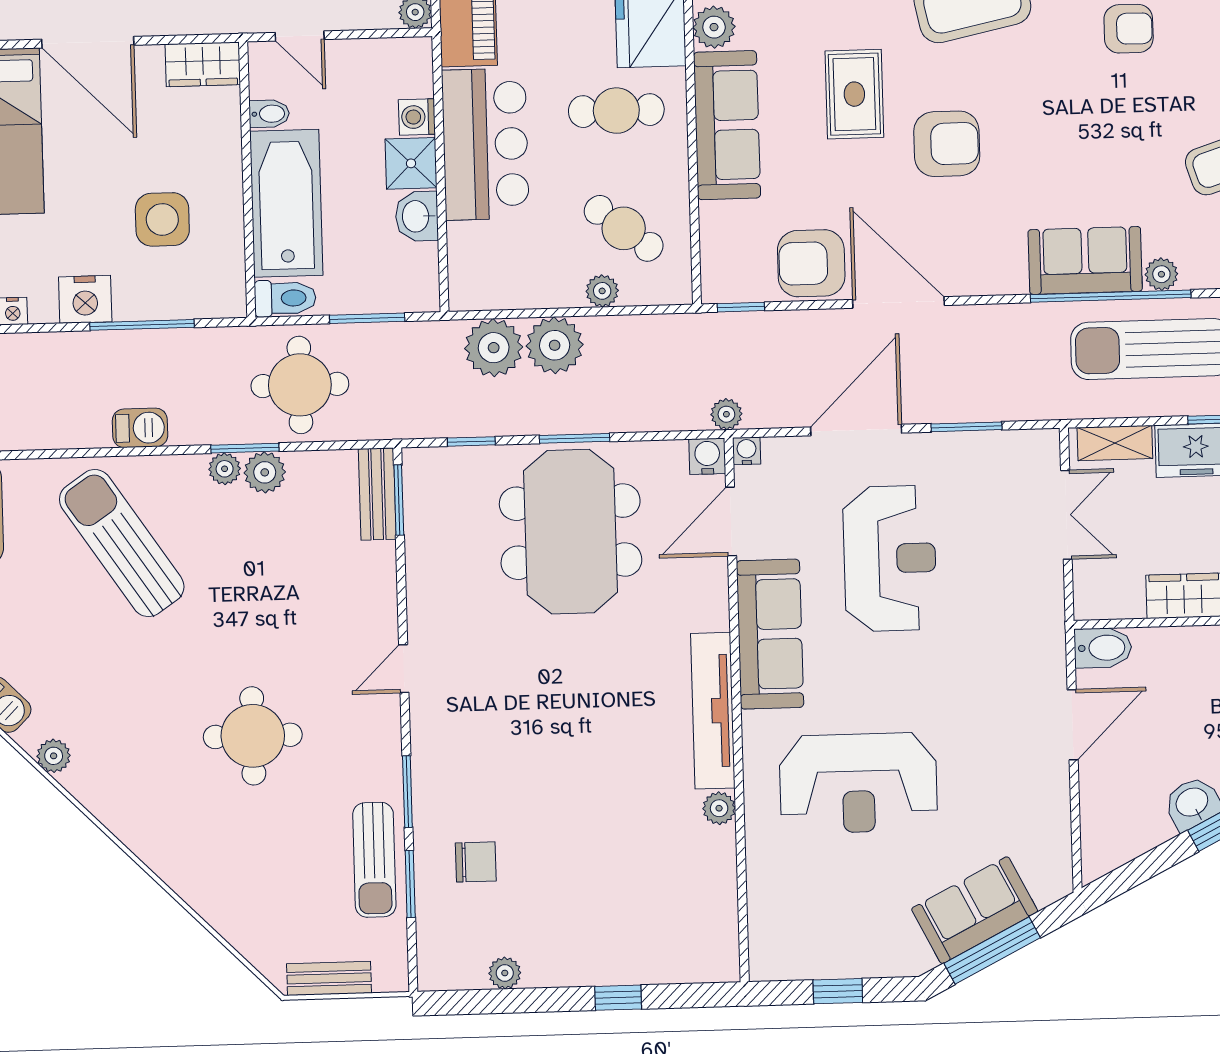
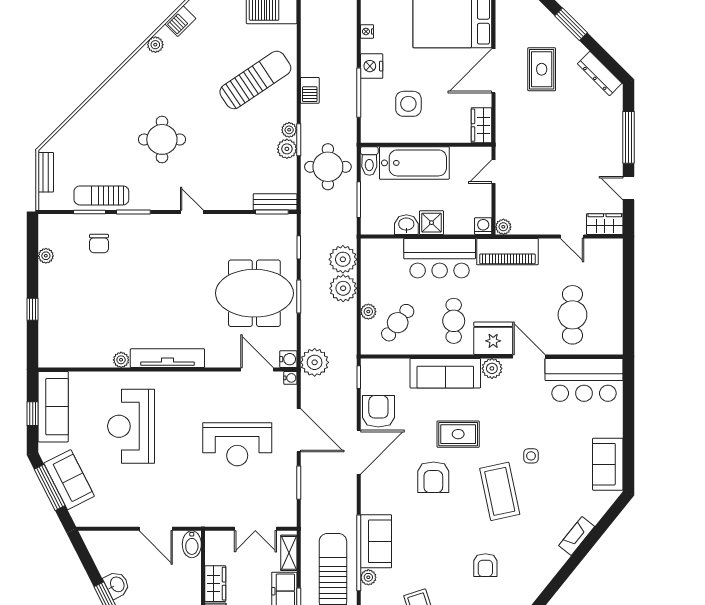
bidet: (269, 114) -> (457, 156), removed
washing machine: (417, 117) -> (483, 226), moved
plant: (726, 414) -> (315, 362), width x1.88, depth x1.88
sofa: (770, 634) -> (53, 407), moved, turned -90

